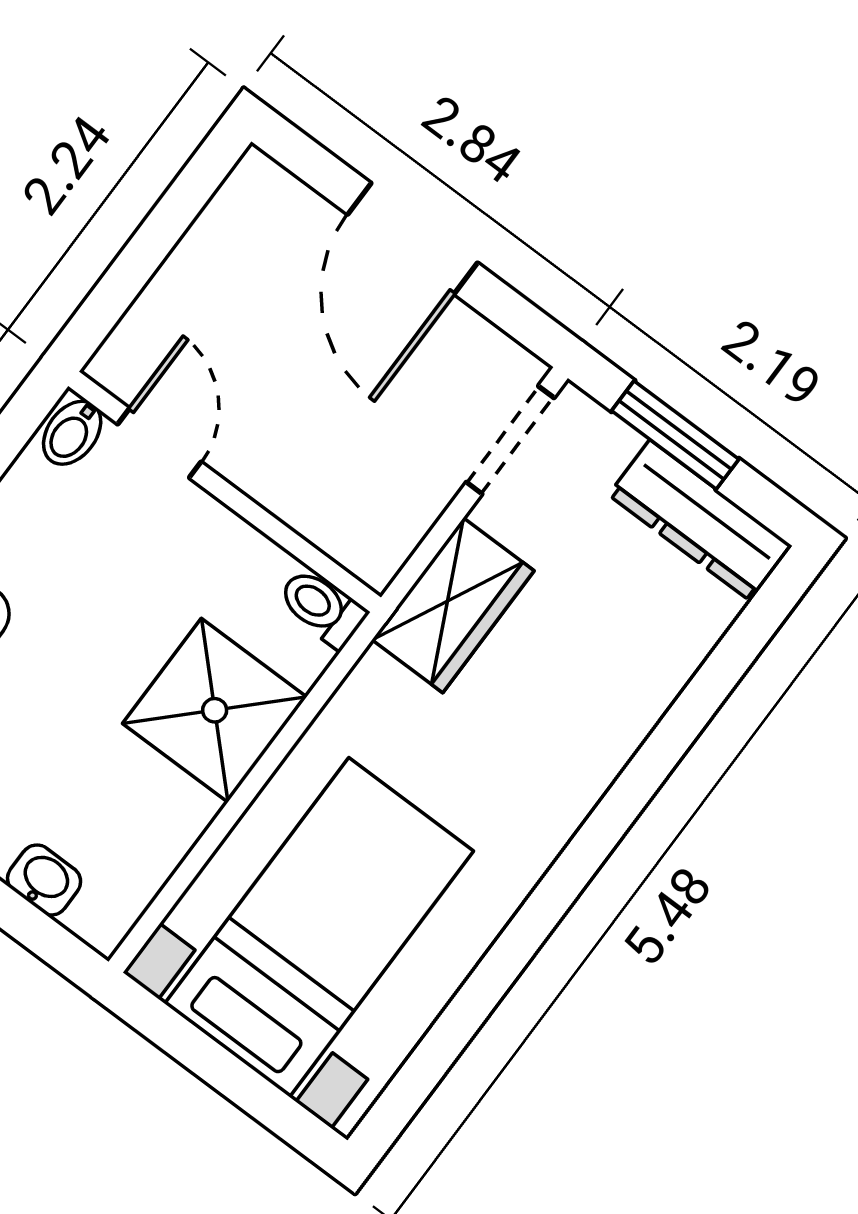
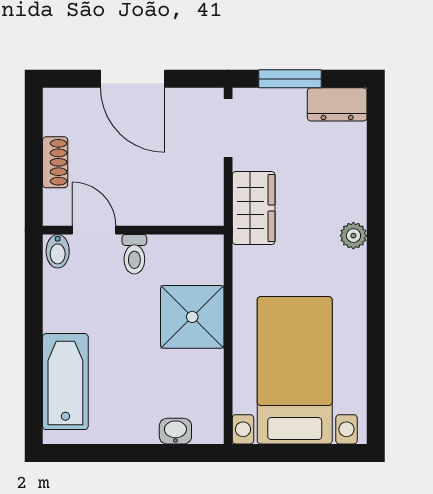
shoe rack: (179, 281) -> (55, 162), added
dresser: (700, 520) -> (337, 104), width x0.70
toilet: (322, 608) -> (134, 254), moved, turned -90
plant: (585, 776) -> (353, 236), added

